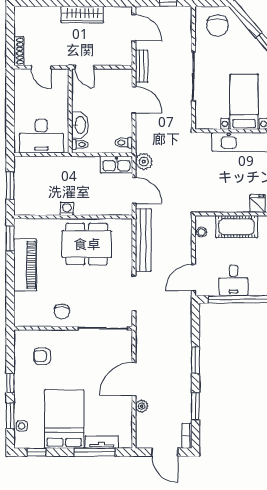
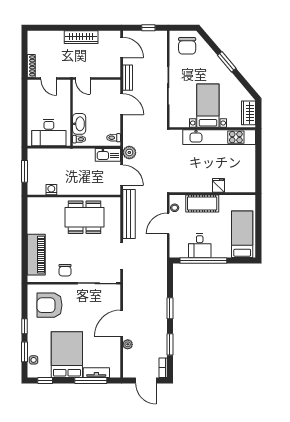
washing machine: (67, 209) -> (51, 190), moved
window: (10, 238) -> (24, 213), removed
piano: (25, 265) -> (36, 255), moved
door: (193, 278) -> (168, 224), moved
armchair: (42, 356) -> (50, 305), width x1.88, depth x1.88

